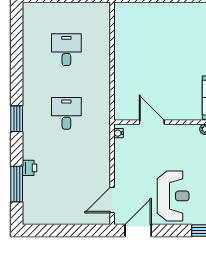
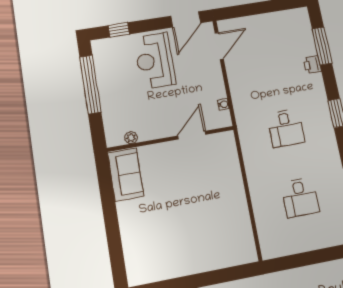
door: (152, 122) -> (192, 135), swing flipped
water cooler: (118, 133) -> (223, 104), moved

